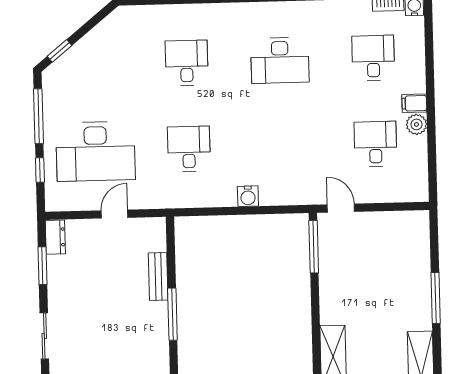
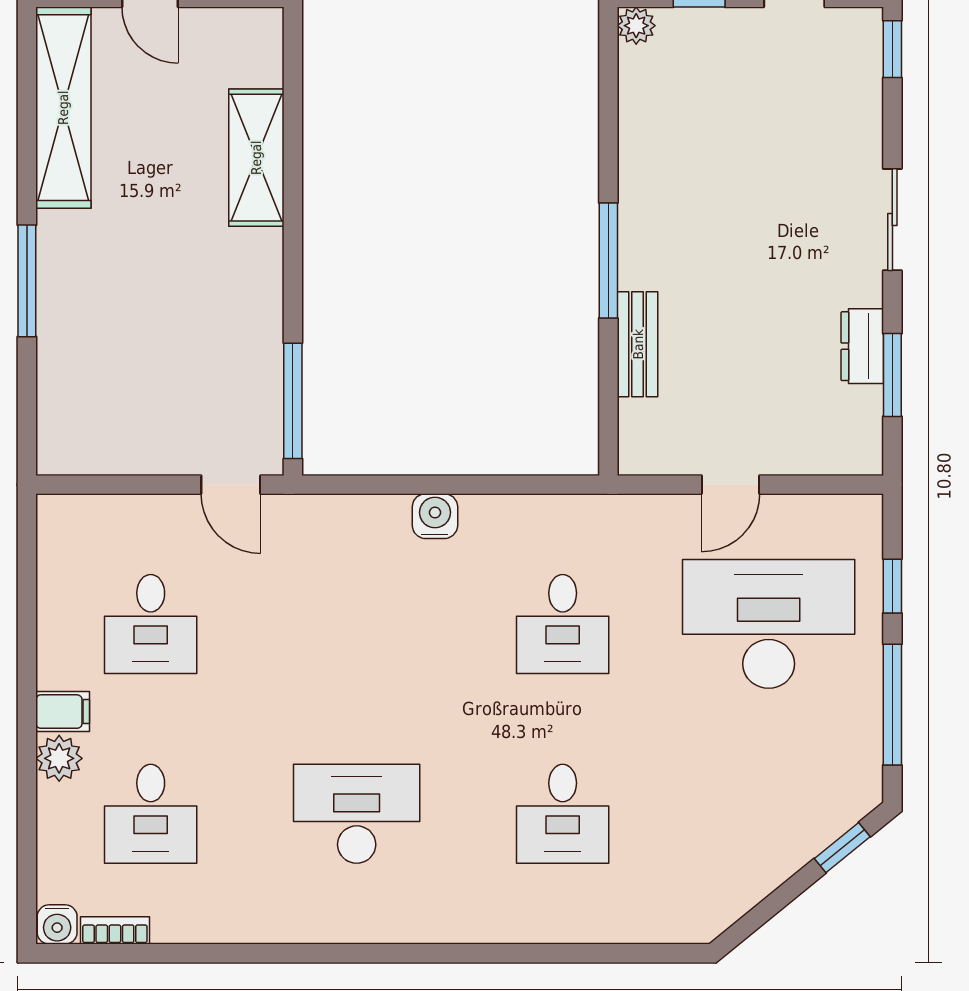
plant: (416, 124) -> (59, 758), moved
dresser: (55, 237) -> (862, 346), moved

